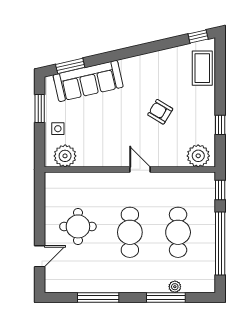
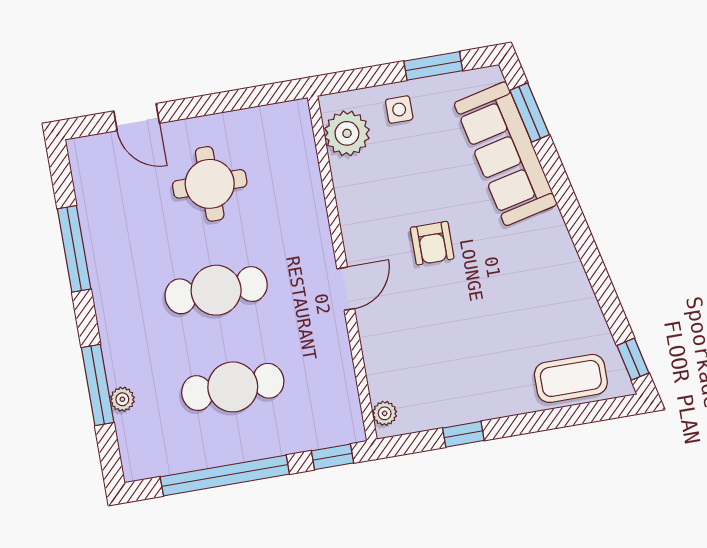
armchair: (160, 112) -> (432, 243), moved, turned 149
plant: (198, 156) -> (385, 413), width x0.53, depth x0.53

